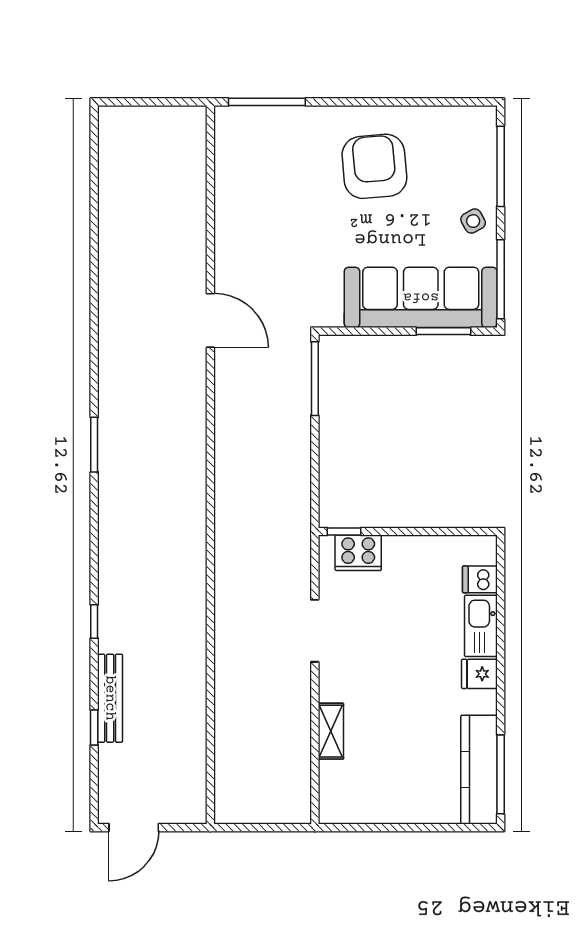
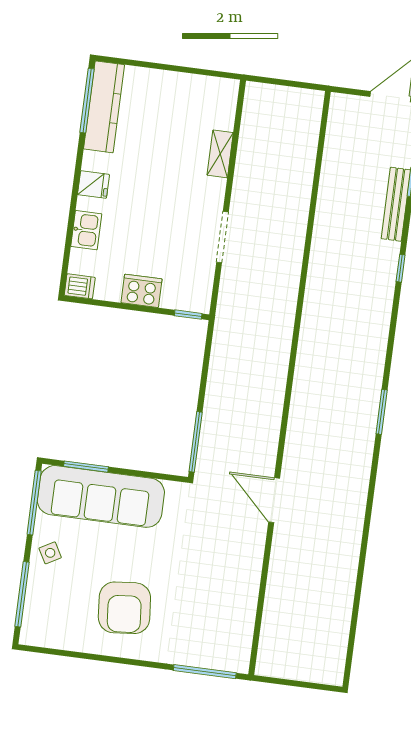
cooker: (358, 553) -> (142, 291), moved
dishwasher: (480, 579) -> (80, 286), moved
kitchen sink: (481, 626) -> (86, 230), width x0.73

